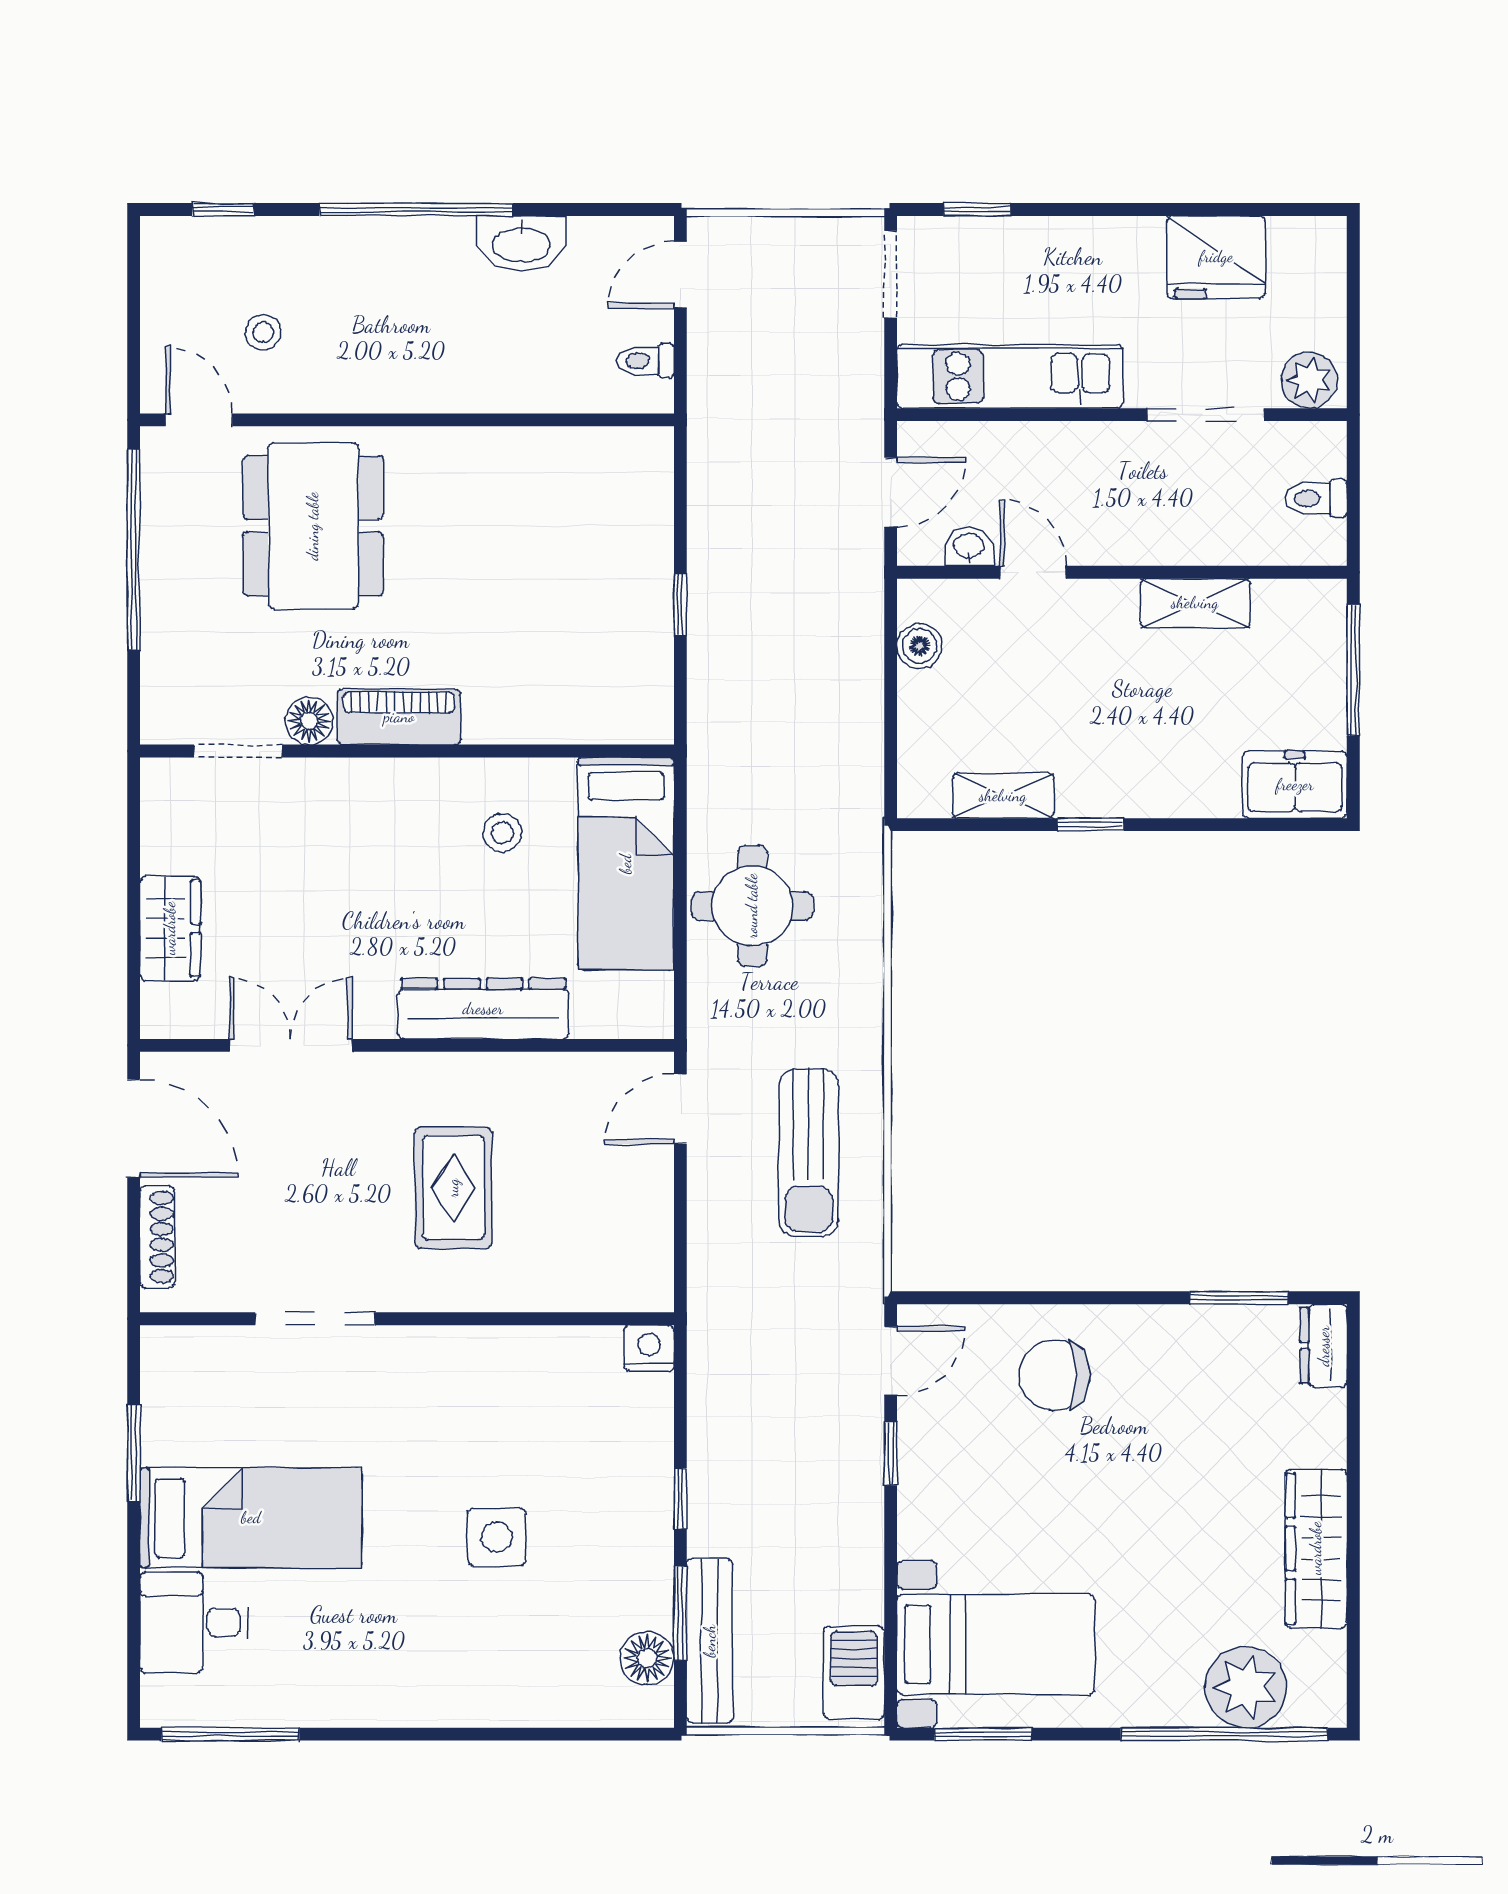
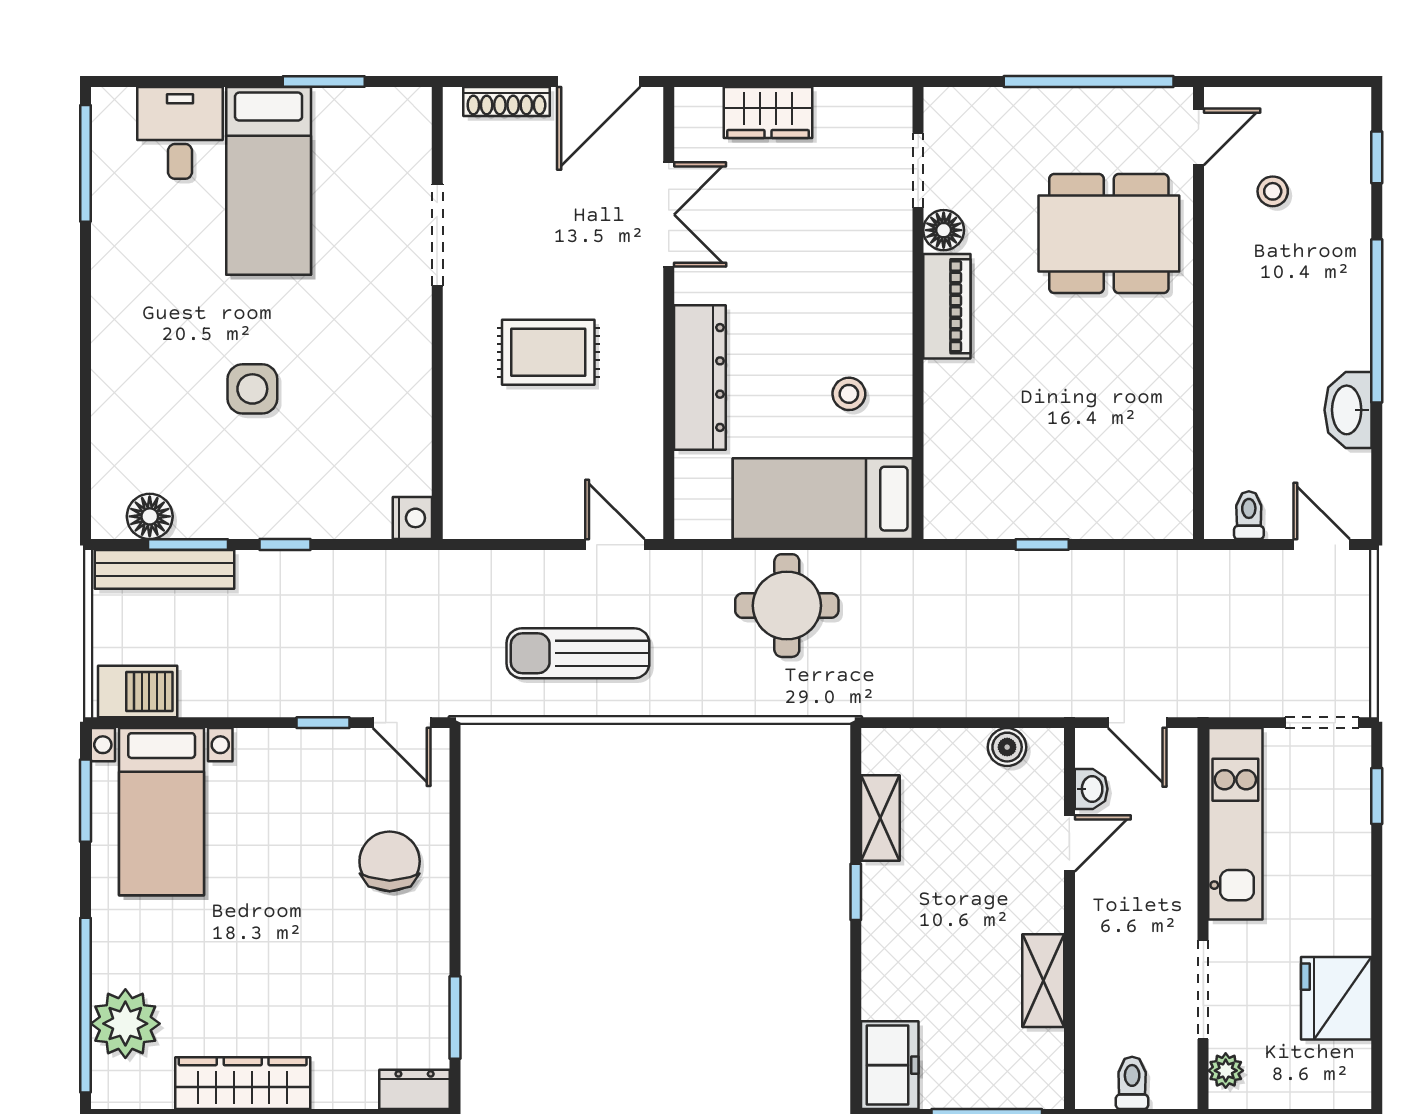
plant: (1309, 380) -> (1226, 1071), width x0.73, depth x0.73

